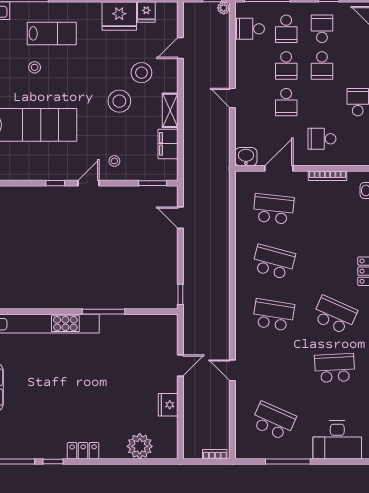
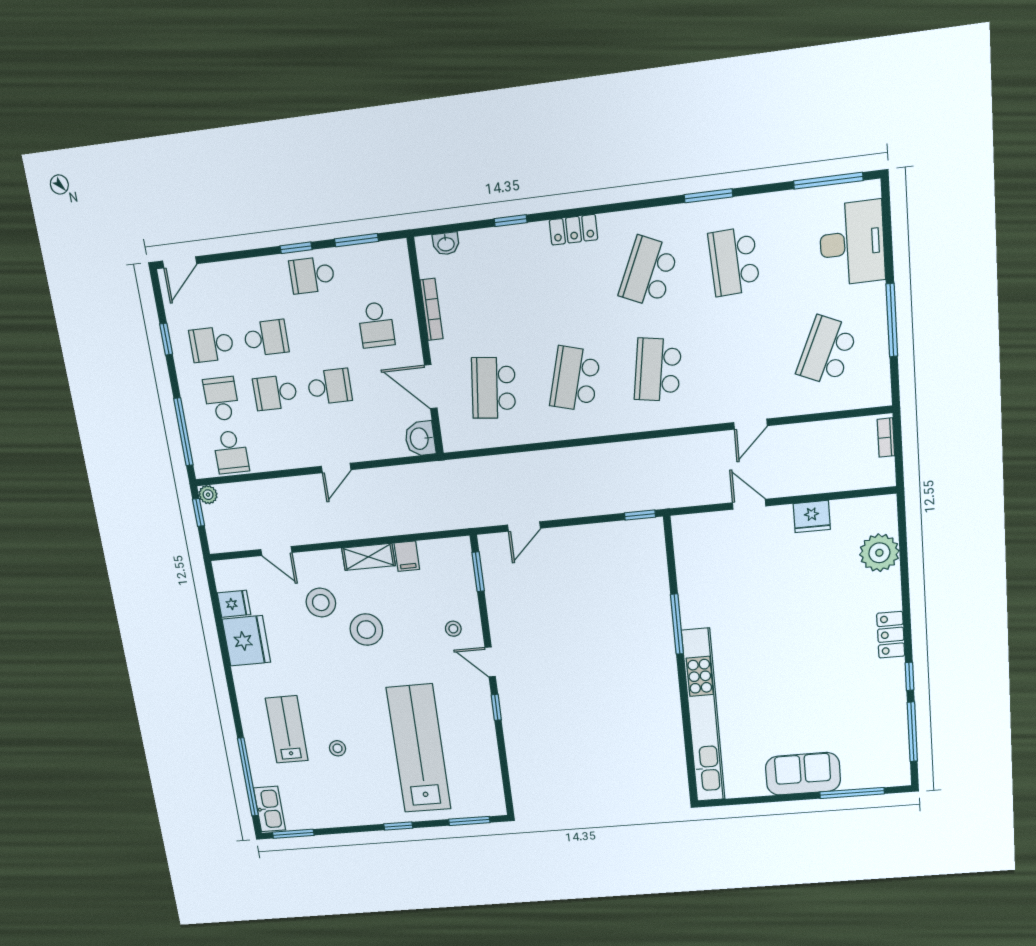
school desk: (286, 29) -> (221, 399), turned -90
school desk: (286, 65) -> (275, 393), turned 180
filing cabinet: (168, 144) -> (407, 556), width x0.50

